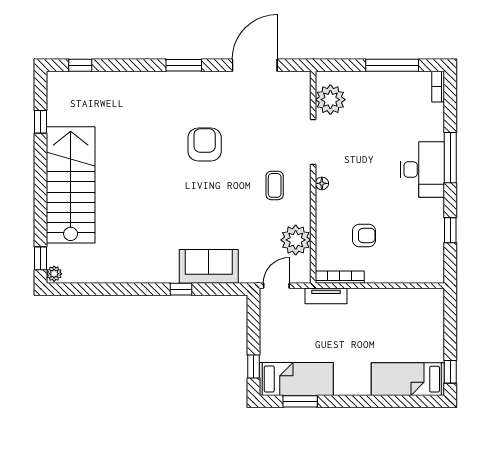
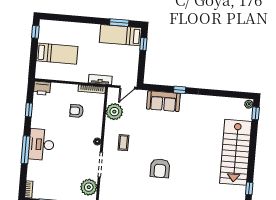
printer: (430, 271) -> (42, 88), added
bed: (408, 379) -> (57, 54), moved

